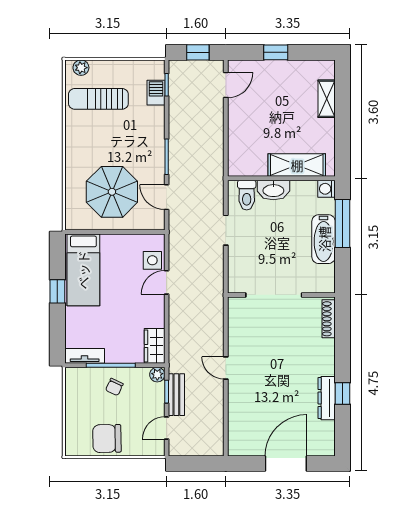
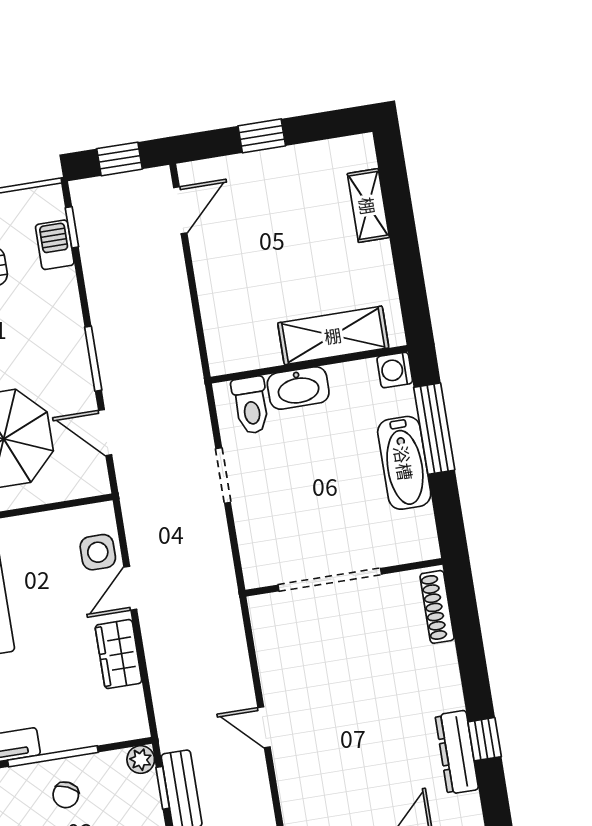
wardrobe: (155, 346) -> (119, 654), moved

